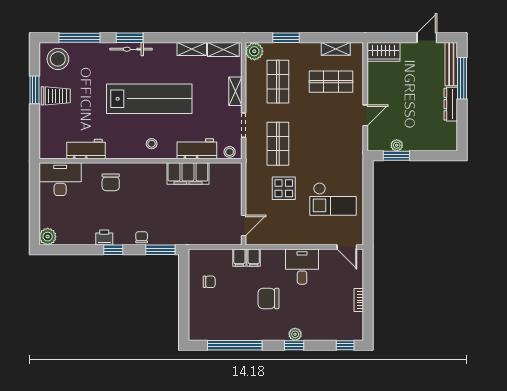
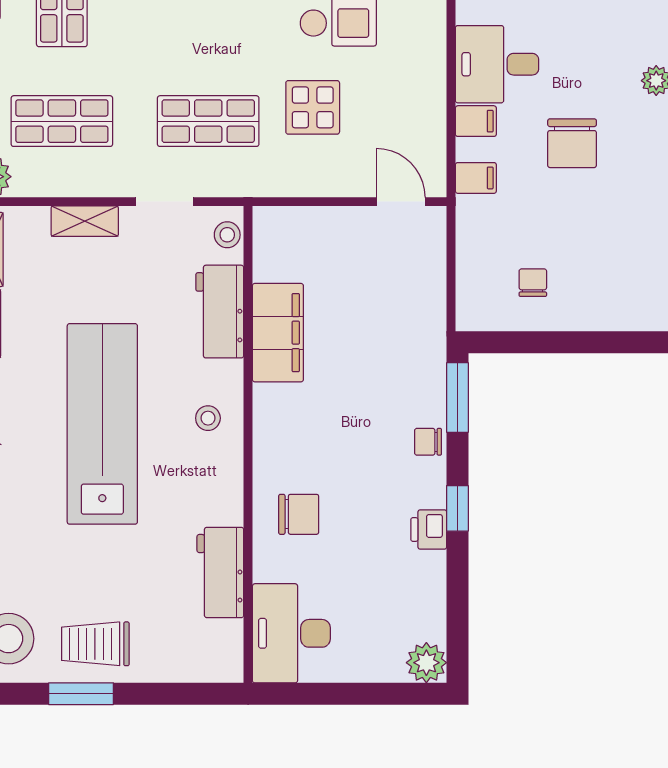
trolley: (56, 96) -> (95, 644), turned -90
filing cabinet: (239, 258) -> (476, 121), moved

